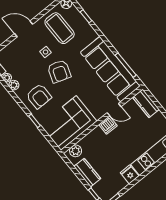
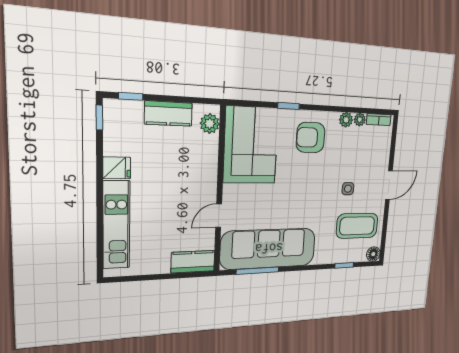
armchair: (59, 71) -> (316, 186), removed
dishwasher: (108, 125) -> (206, 193), removed

